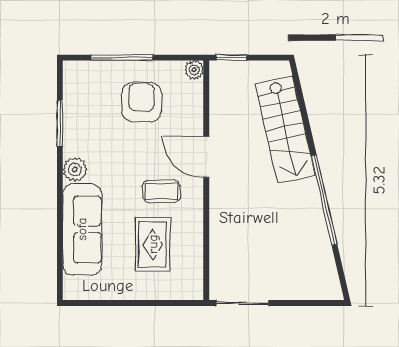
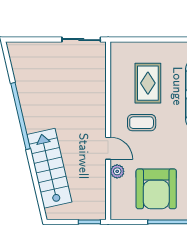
plant: (194, 70) -> (117, 171), moved
armchair: (142, 102) -> (156, 189), width x1.36, depth x1.36
door: (206, 157) -> (108, 148), width x0.73

